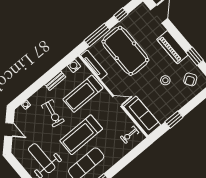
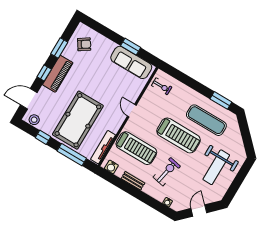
window: (177, 36) -> (44, 73), added
stool: (165, 80) -> (34, 120), moved
sofa: (142, 116) -> (131, 62), moved, turned -90

